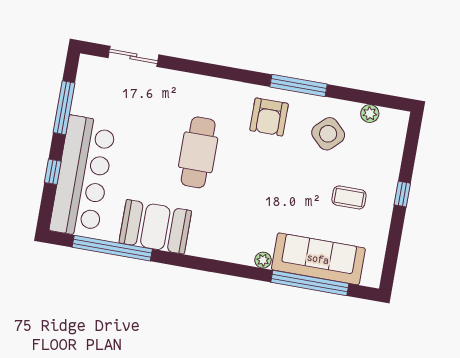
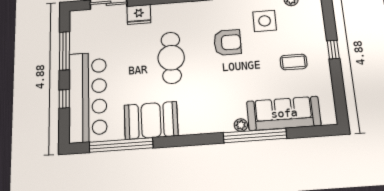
fridge: (170, 83) -> (139, 14), added
armchair: (269, 117) -> (227, 42), moved, turned -90
side table: (328, 134) -> (265, 21), turned 45
window: (310, 283) -> (255, 136), moved

